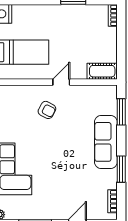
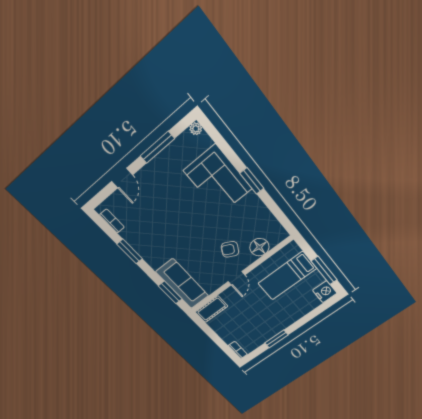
floor lamp: (24, 94) -> (259, 247), added
sofa: (106, 142) -> (182, 284), moved

